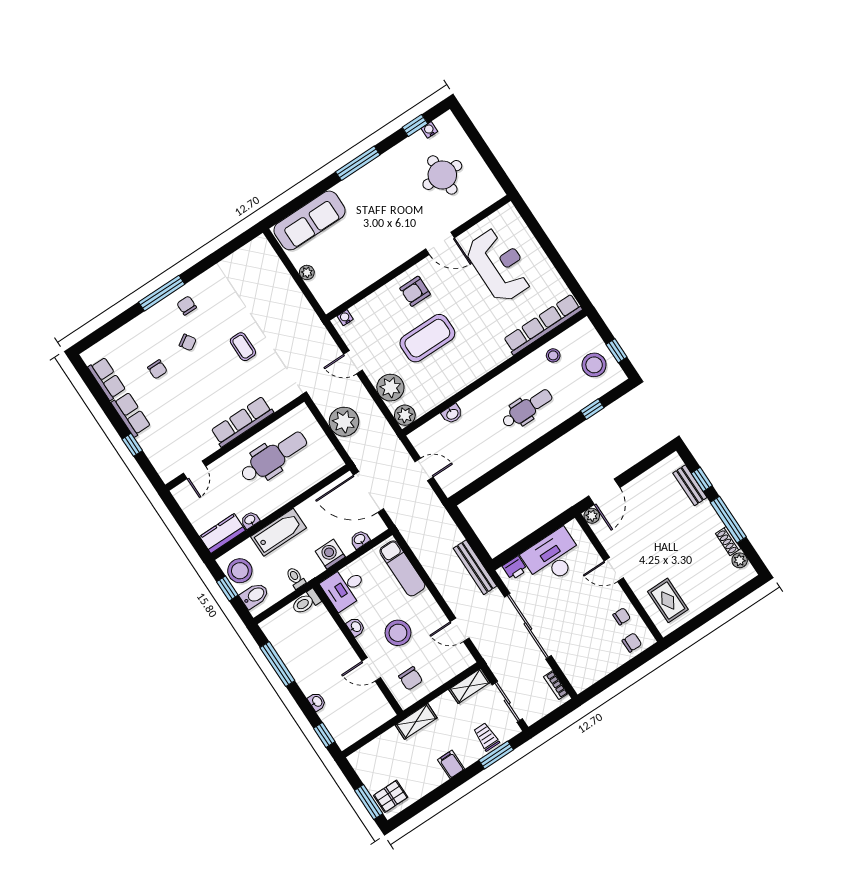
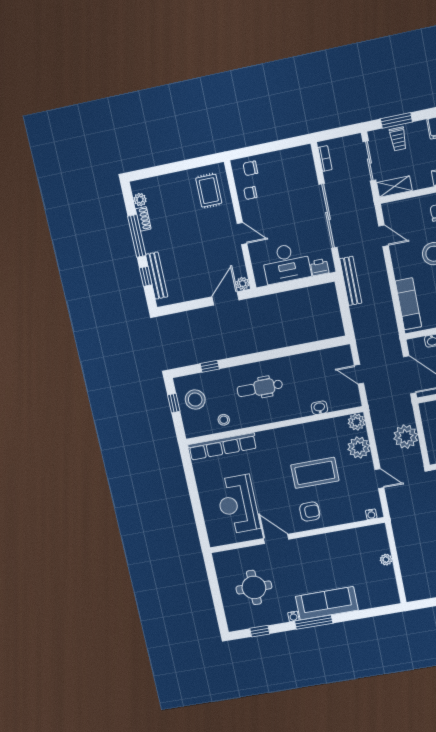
water cooler: (429, 130) -> (293, 616), moved
sofa: (310, 220) -> (327, 603), moved
bench: (690, 485) -> (157, 276), width x1.36

